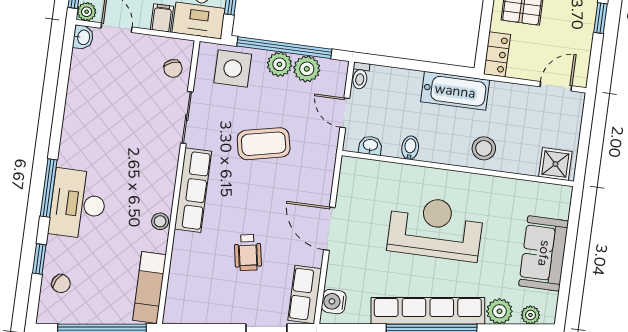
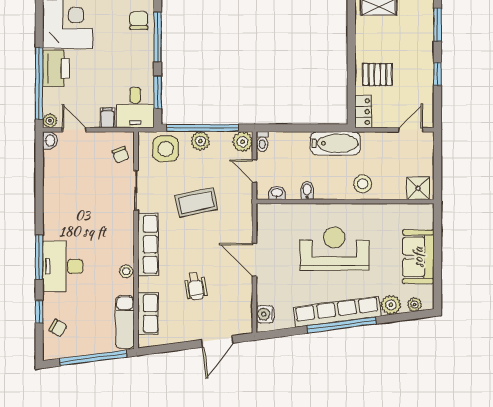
plant: (307, 69) -> (242, 142), moved
row of seats: (305, 294) -> (148, 314), moved, turned 180

